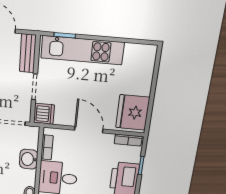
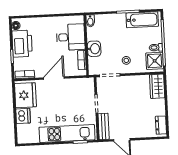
dishwasher: (44, 114) -> (23, 116), moved, turned 180
door: (89, 130) -> (54, 78), swing flipped

